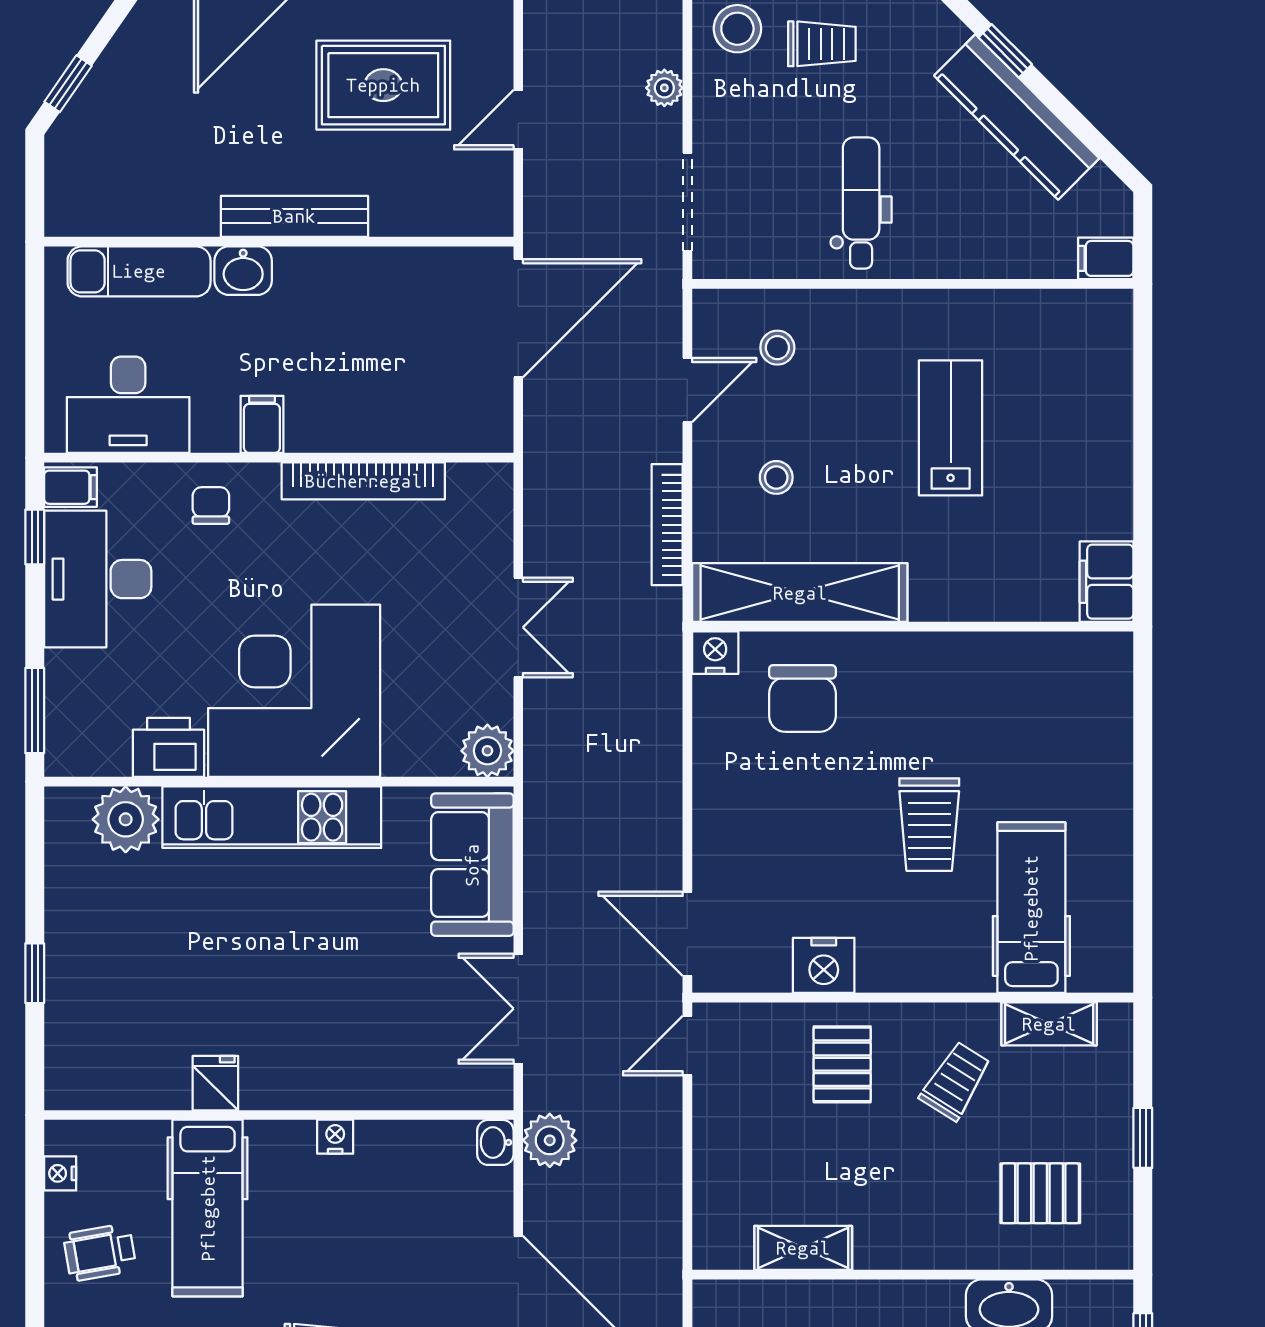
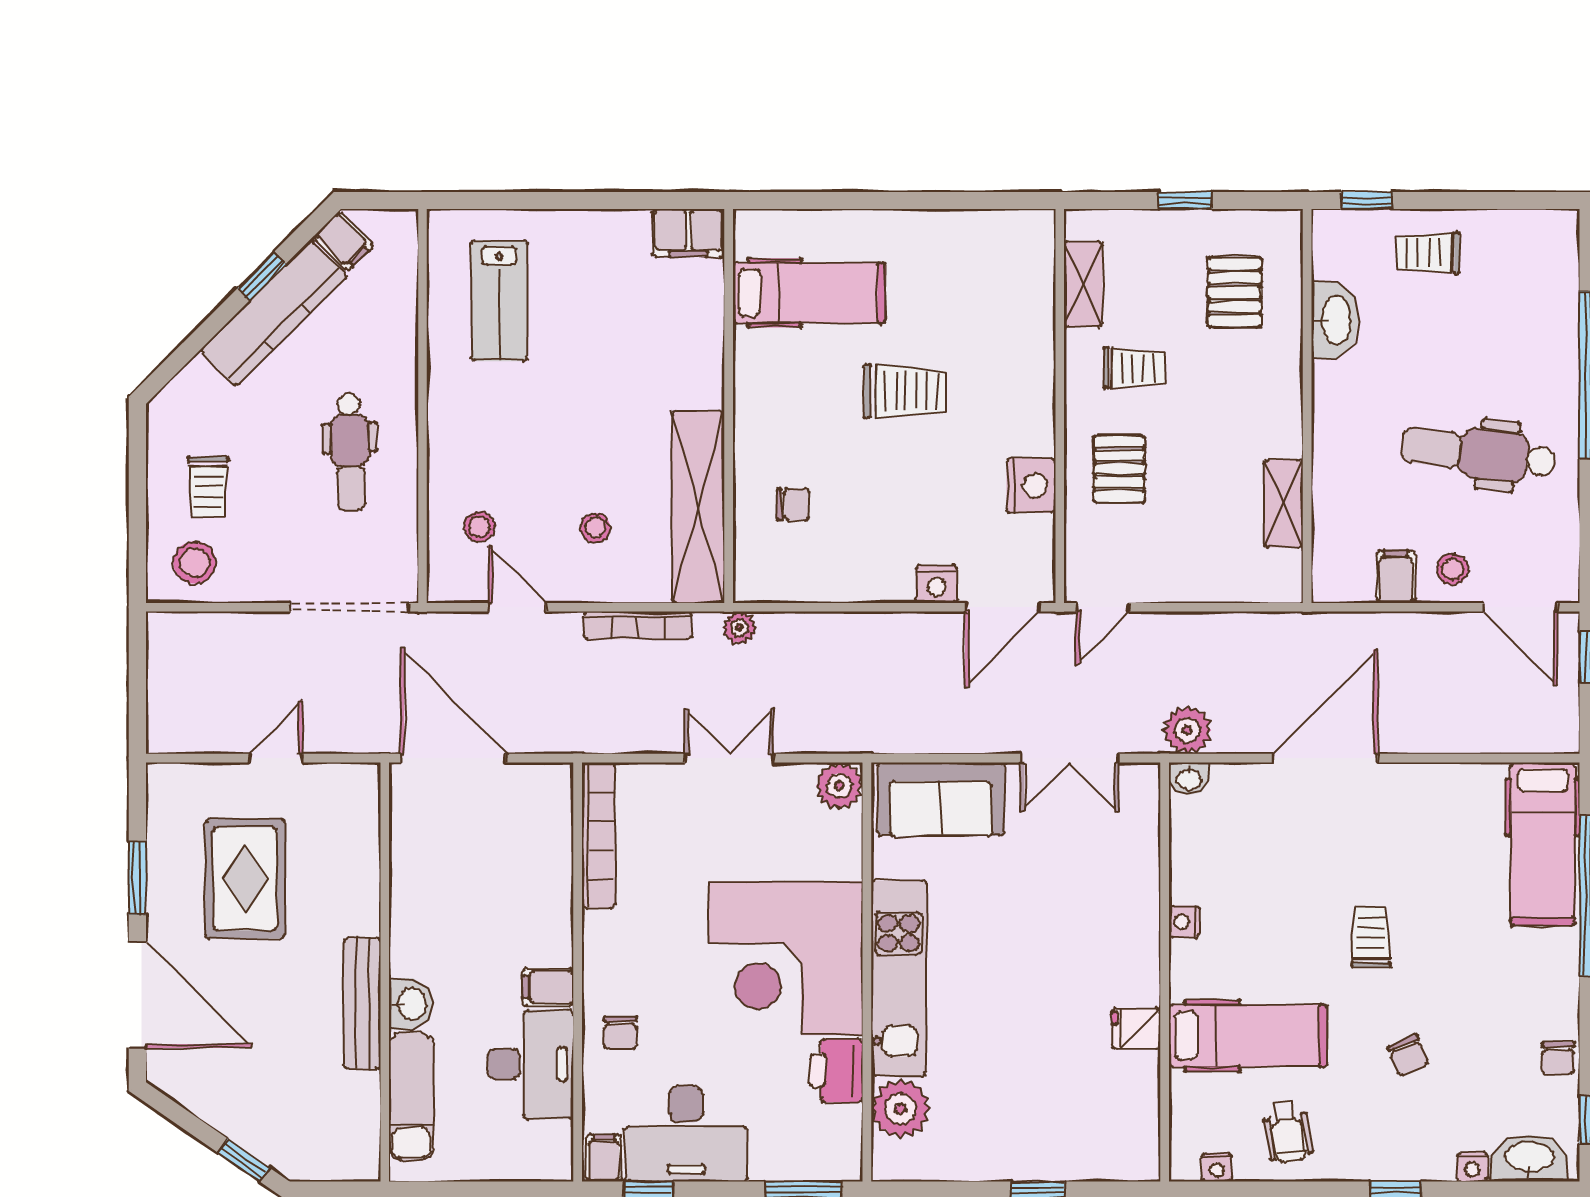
trolley: (822, 44) -> (208, 487), turned 180
window: (1005, 51) -> (261, 276), moved
plant: (664, 88) -> (739, 628), moved
door: (518, 120) -> (276, 758), swing flipped
doorway: (687, 202) -> (349, 607), width x1.36
dental chair: (861, 203) -> (350, 452), turned -92
bench: (294, 216) -> (362, 1003), moved
filing cabinet: (1106, 258) -> (343, 241), moved, turned -45
desk: (128, 405) -> (530, 1064), moved
lab bench: (951, 428) -> (499, 301), moved, turned -90
bookcase: (363, 481) -> (598, 835), moved
chair: (211, 505) -> (620, 1033), turned -90
nightstand: (715, 653) -> (936, 584), moved, turned -90
chair: (802, 699) -> (793, 504), width x0.54, depth x0.54
hospital bed: (1031, 908) -> (809, 293), moved, turned 180
door: (687, 1046) -> (1103, 607), hinge flipped
pallet: (842, 1064) -> (1119, 469), turned 90
trolley: (955, 1081) -> (1134, 368), turned 148

